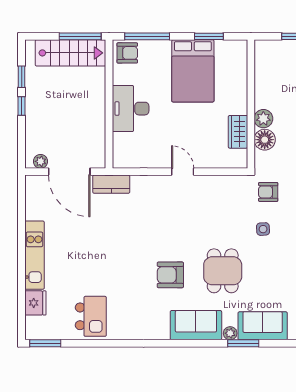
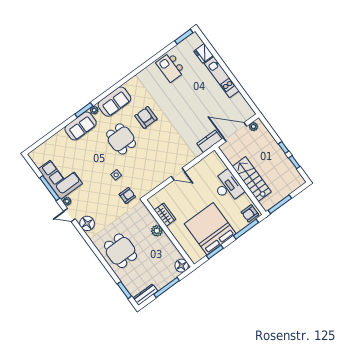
stairs: (71, 53) -> (252, 179), moved, turned 90
bed: (193, 71) -> (210, 229), width x1.36
floor lamp: (265, 140) -> (182, 266), moved
armchair: (170, 275) -> (146, 117), turned -90

